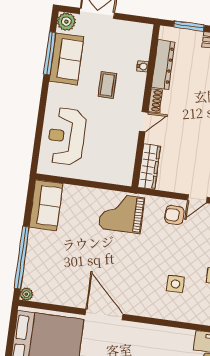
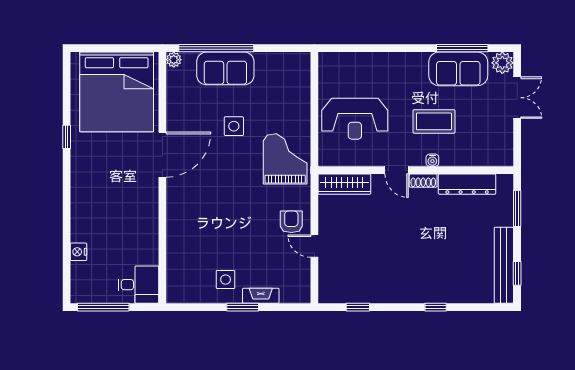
water cooler: (143, 66) -> (432, 160), moved
coffee table: (107, 85) -> (434, 121), width x1.36, depth x1.30
reception desk: (66, 137) -> (355, 119), moved, turned 180
sofa: (46, 205) -> (225, 68), moved
side table: (175, 284) -> (234, 126), moved

